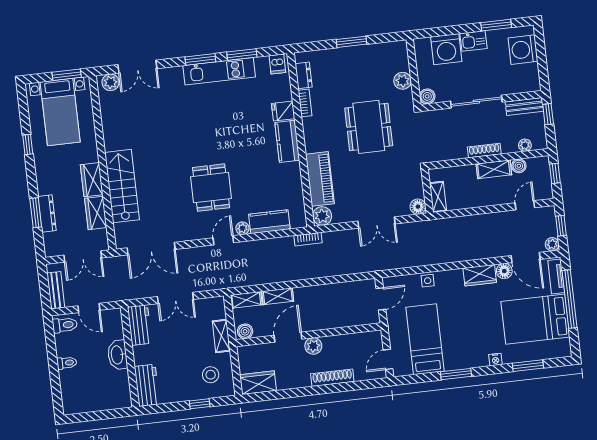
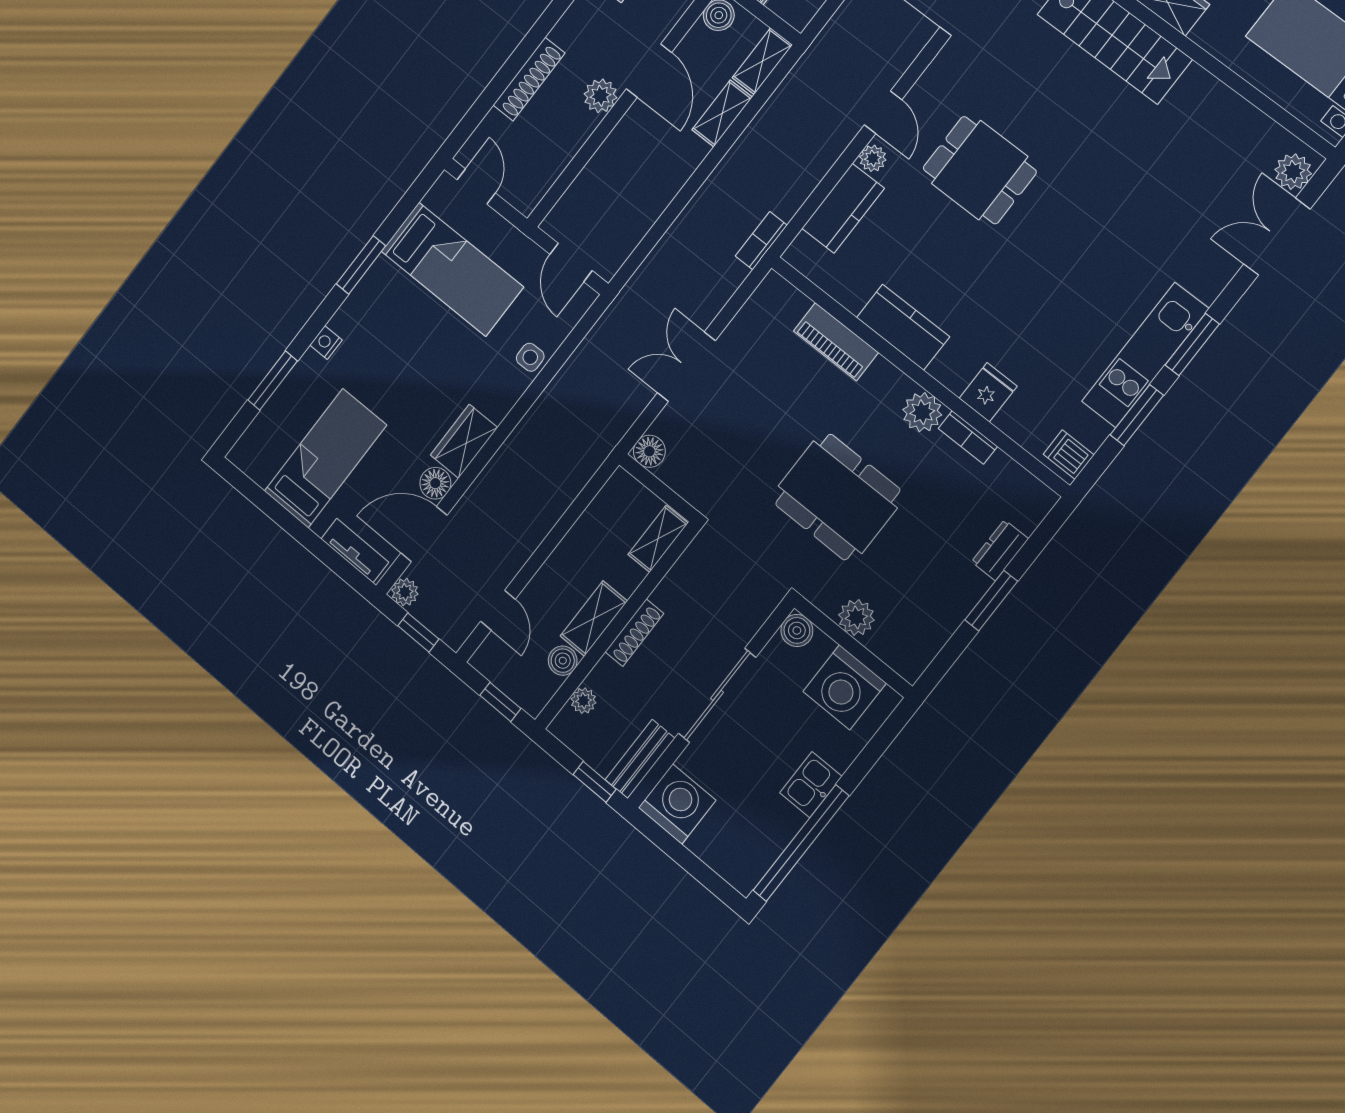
window: (496, 25) -> (801, 843), width x2.11
washing machine: (446, 49) -> (845, 687), moved, turned -90
washing machine: (523, 50) -> (677, 804), moved
dresser: (304, 75) -> (1000, 550), moved, turned 90
kitchen counter: (287, 141) -> (903, 327), moved
piano: (320, 179) -> (836, 342), width x0.73, depth x0.75
shelving: (438, 197) -> (658, 539), moved, turned 90
plant: (322, 216) -> (922, 412), moved
window: (569, 299) -> (305, 537), removed
bed: (535, 319) -> (325, 458), width x0.67

